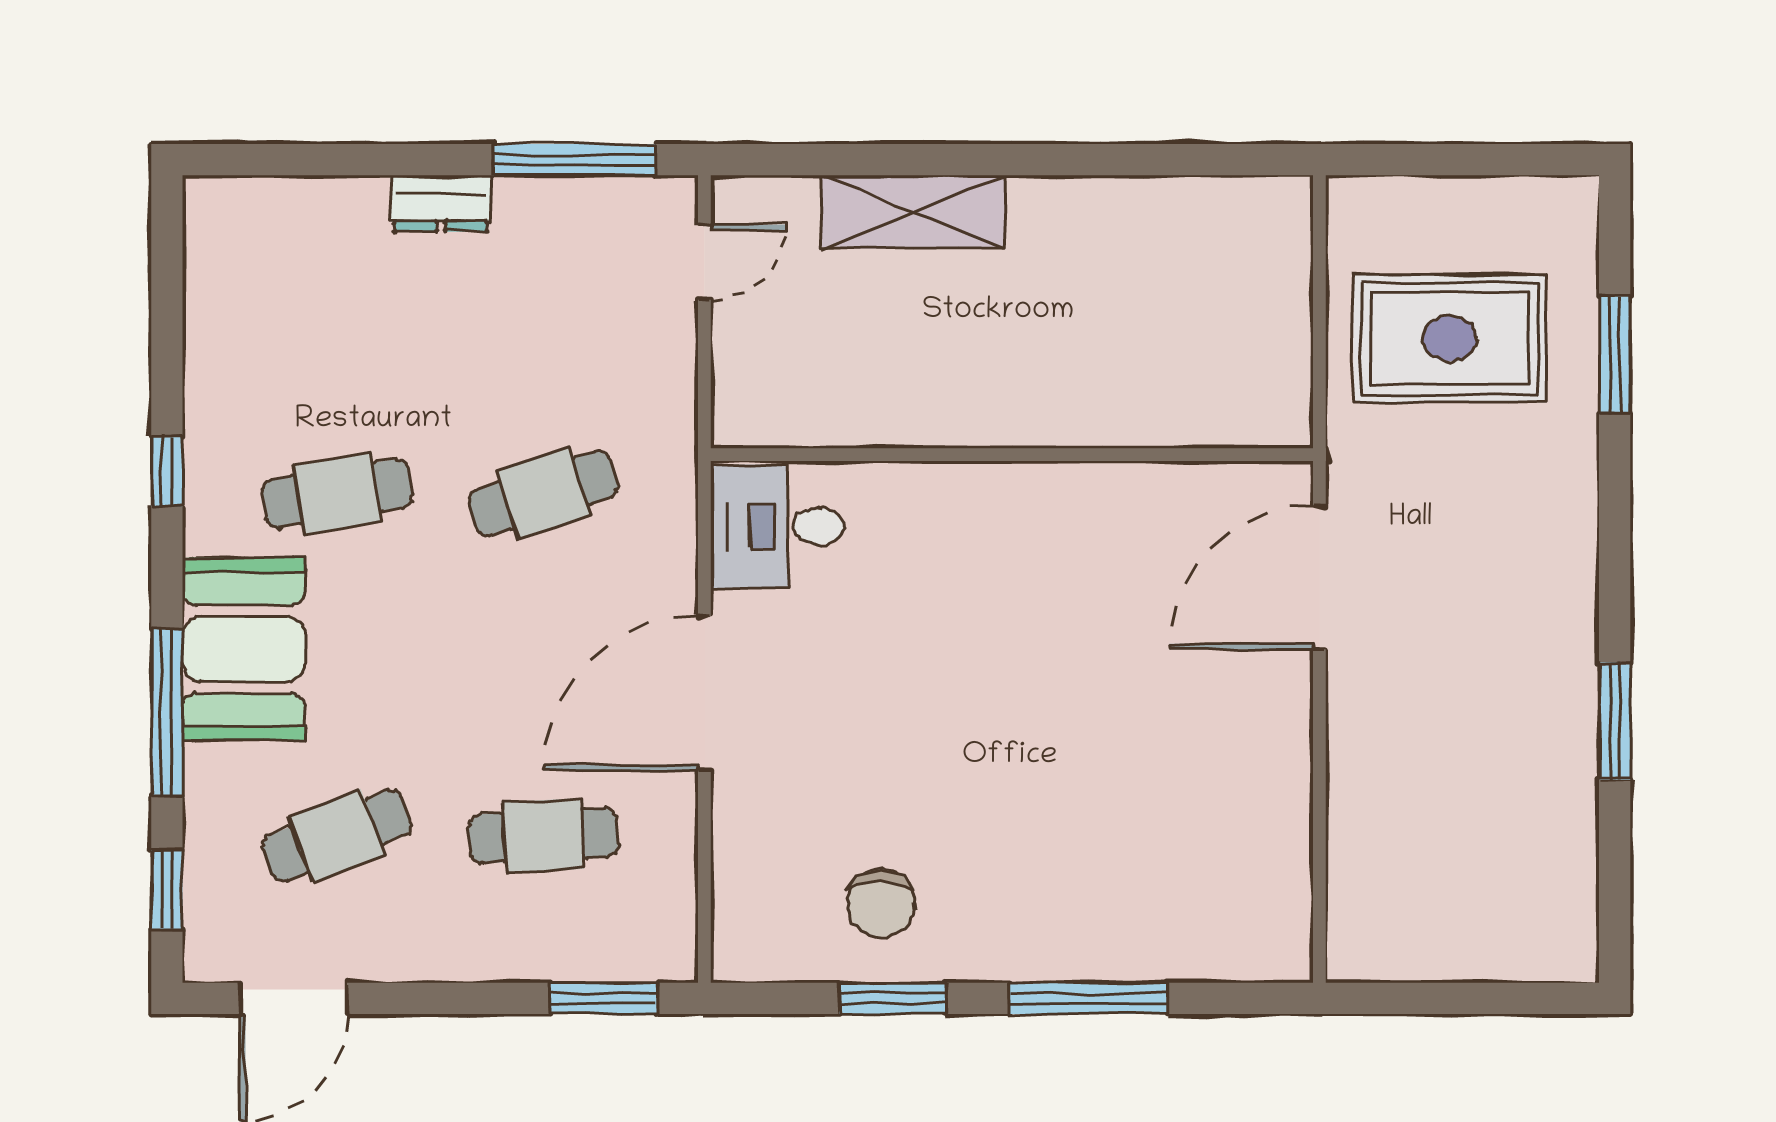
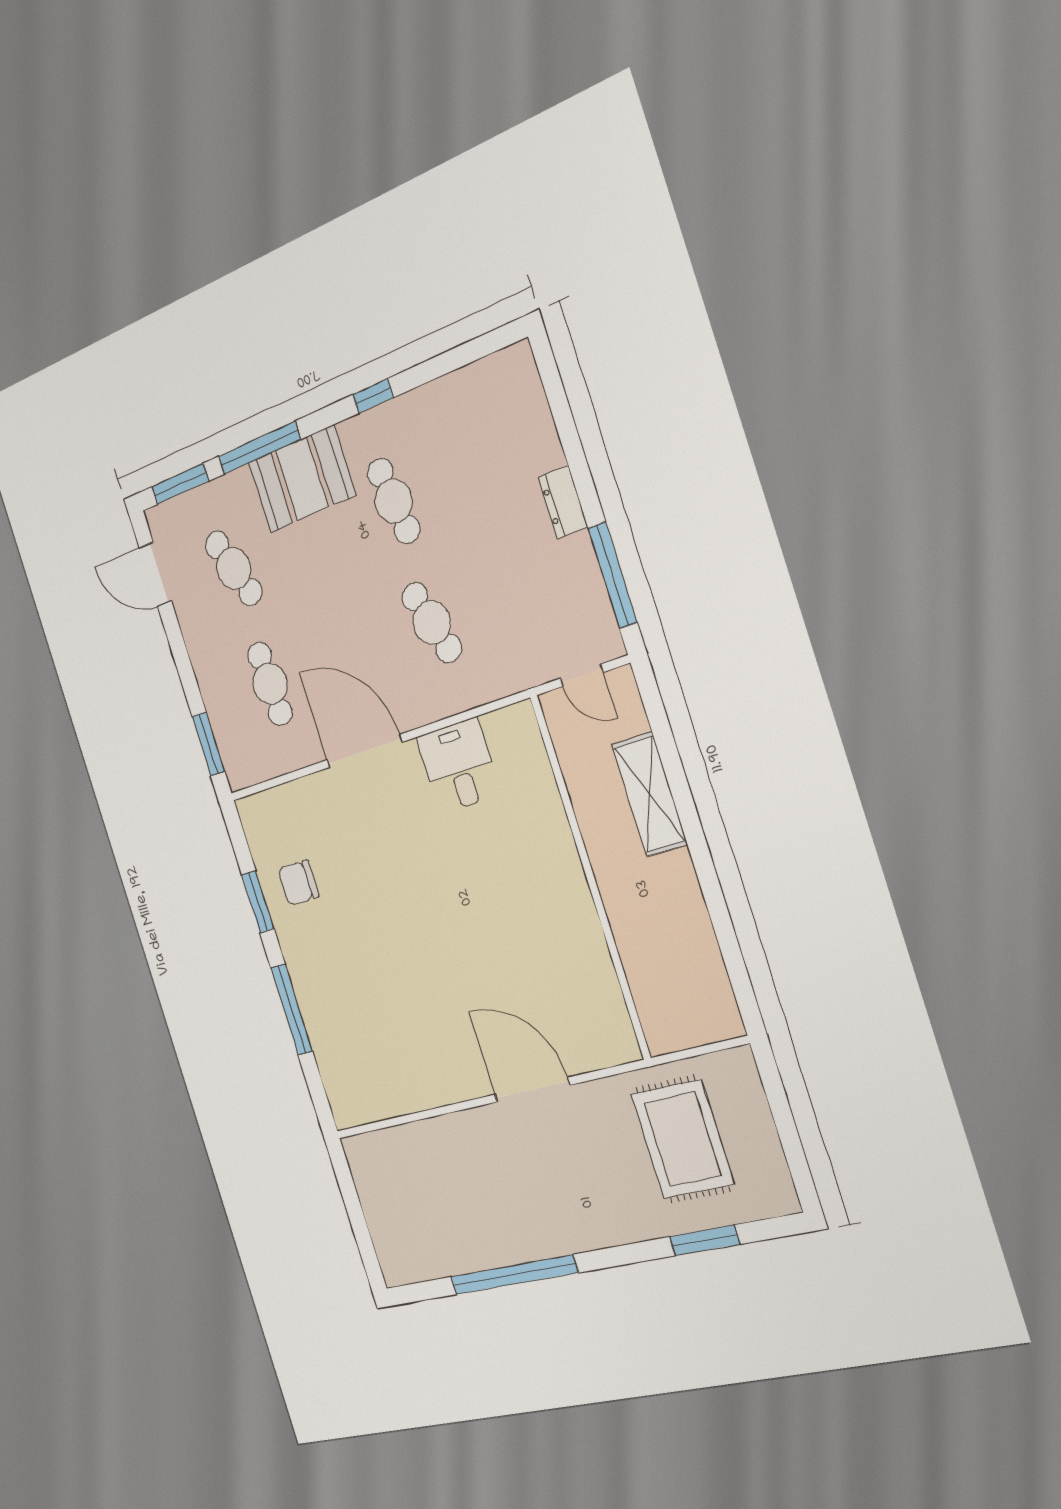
wall: (1012, 455) -> (590, 878), moved
window: (1615, 721) -> (514, 1275), width x2.11
window: (167, 890) -> (180, 484), width x1.50

